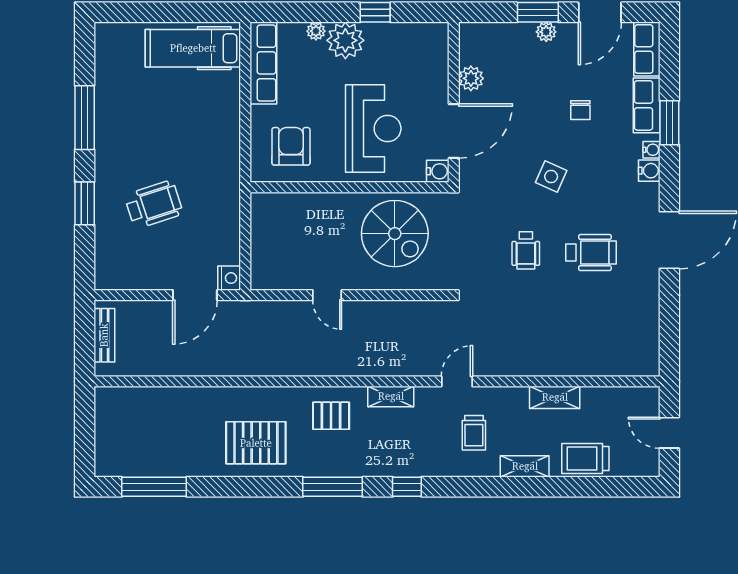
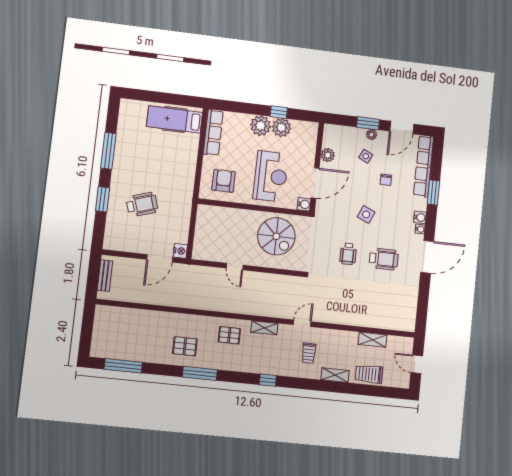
plant: (316, 31) -> (281, 127), moved, width x1.88, depth x1.88
side table: (540, 72) -> (366, 156), added
water cooler: (651, 150) -> (420, 229), moved
shelving: (555, 397) -> (372, 340), moved
pallet: (256, 443) -> (185, 346), width x0.67, depth x0.71
window: (333, 487) -> (200, 373), moved

